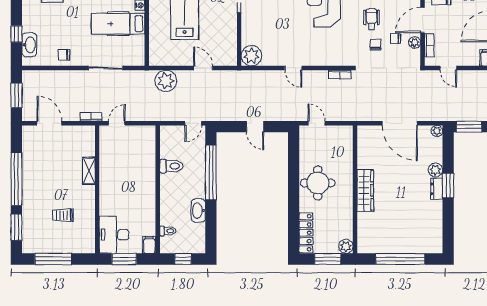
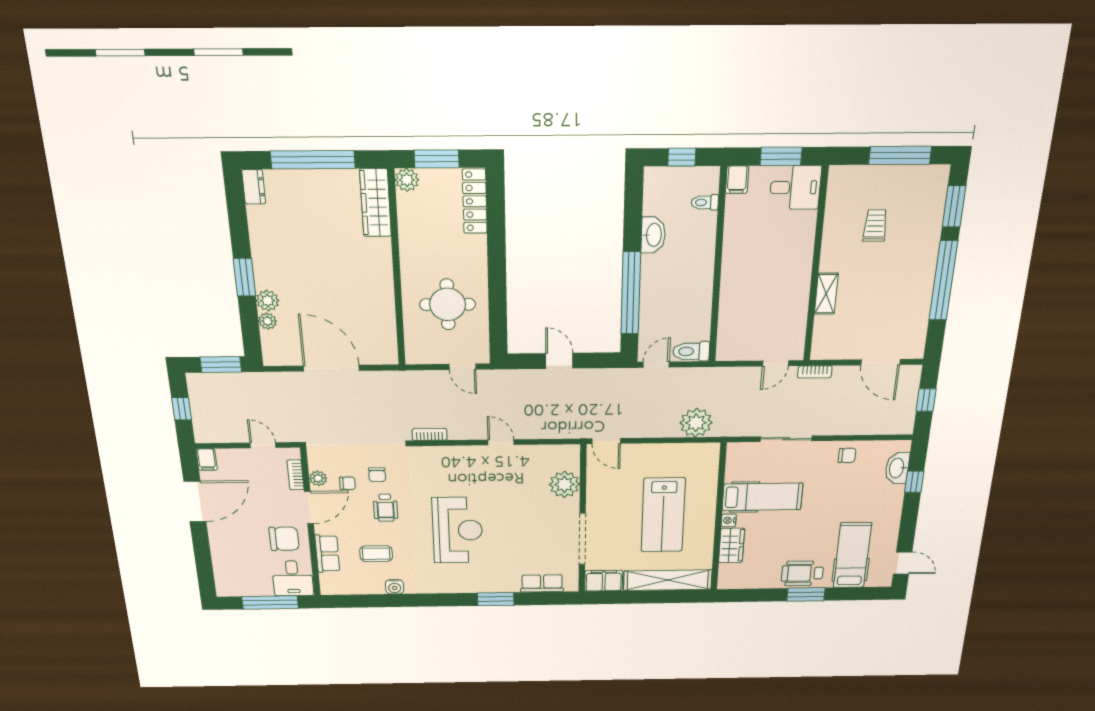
plant: (252, 56) -> (564, 484), moved
door: (203, 68) -> (606, 441), moved
window: (16, 96) -> (926, 400), width x0.67
plant: (437, 131) -> (267, 321), moved
toilet: (171, 166) -> (691, 351), moved
round table: (318, 183) -> (448, 304), moved
dresser: (437, 189) -> (254, 187), moved
wardrobe: (365, 190) -> (375, 203), moved
trolley: (63, 215) -> (875, 226), turned -90
desk: (114, 235) -> (795, 187), width x0.73

